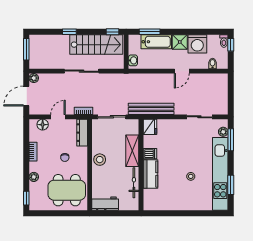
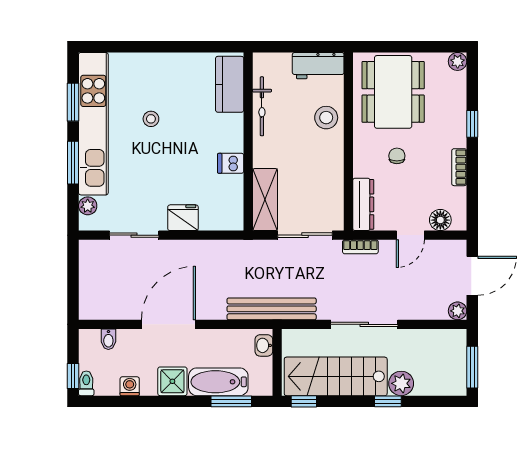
plant: (63, 41) -> (401, 383), added
washing machine: (197, 44) -> (130, 386), width x0.53, depth x0.53
door: (182, 71) -> (168, 324), width x1.87
bench: (151, 109) -> (272, 309), moved
fridge: (150, 127) -> (183, 218), moved, turned 90
window: (231, 140) -> (73, 163), moved
shelving: (132, 151) -> (265, 200), moved
stool: (100, 160) -> (326, 118), moved
kitchen counter: (150, 174) -> (230, 84), moved
plant: (34, 177) -> (458, 61), moved
dining table: (67, 190) -> (393, 92), turned 90
window: (26, 198) -> (472, 124), moved

